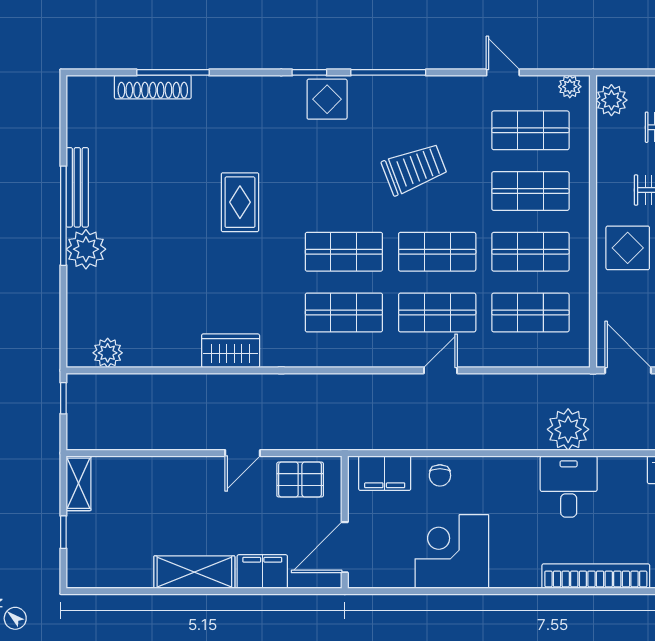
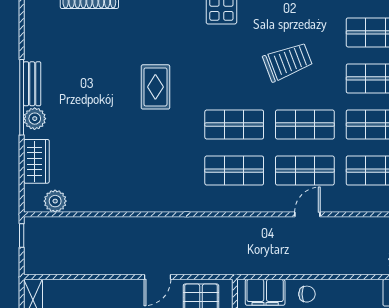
bench: (77, 187) -> (32, 84), width x0.73
plant: (86, 249) -> (35, 119), width x0.73, depth x0.73
wardrobe: (231, 351) -> (36, 161), moved, turned 90
chair: (440, 475) -> (307, 294), turned -90

